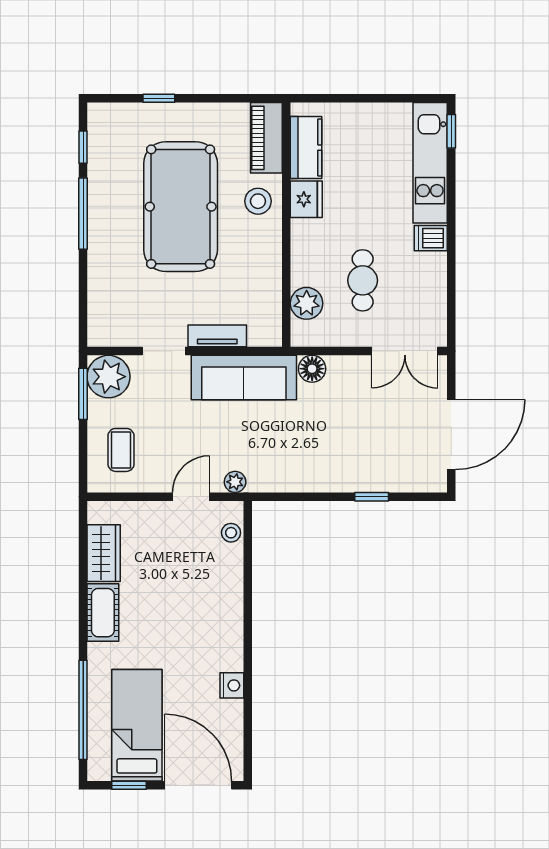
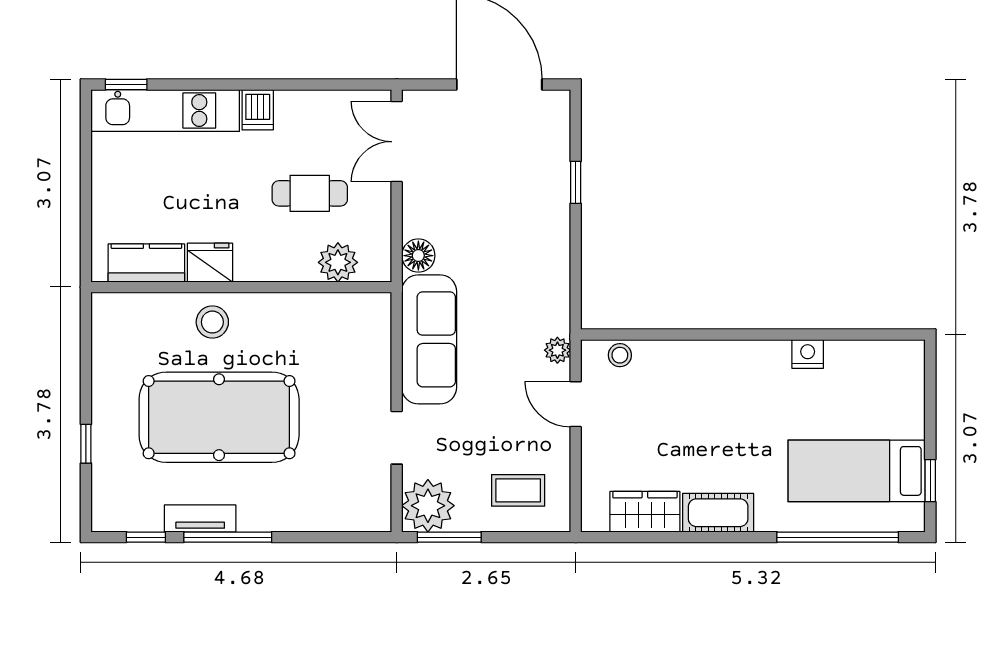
piano: (266, 138) -> (134, 312), removed
tv unit: (217, 336) -> (200, 518), moved, turned 90
double door: (405, 351) -> (397, 142), swing flipped
door: (198, 785) -> (930, 395), removed

